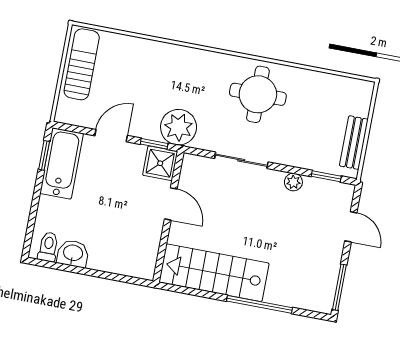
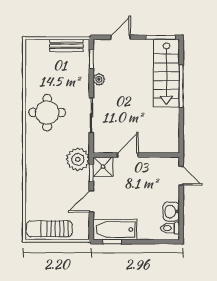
door: (111, 136) -> (91, 201), hinge flipped
stairs: (214, 273) -> (166, 73), moved
door: (124, 279) -> (181, 176), added

